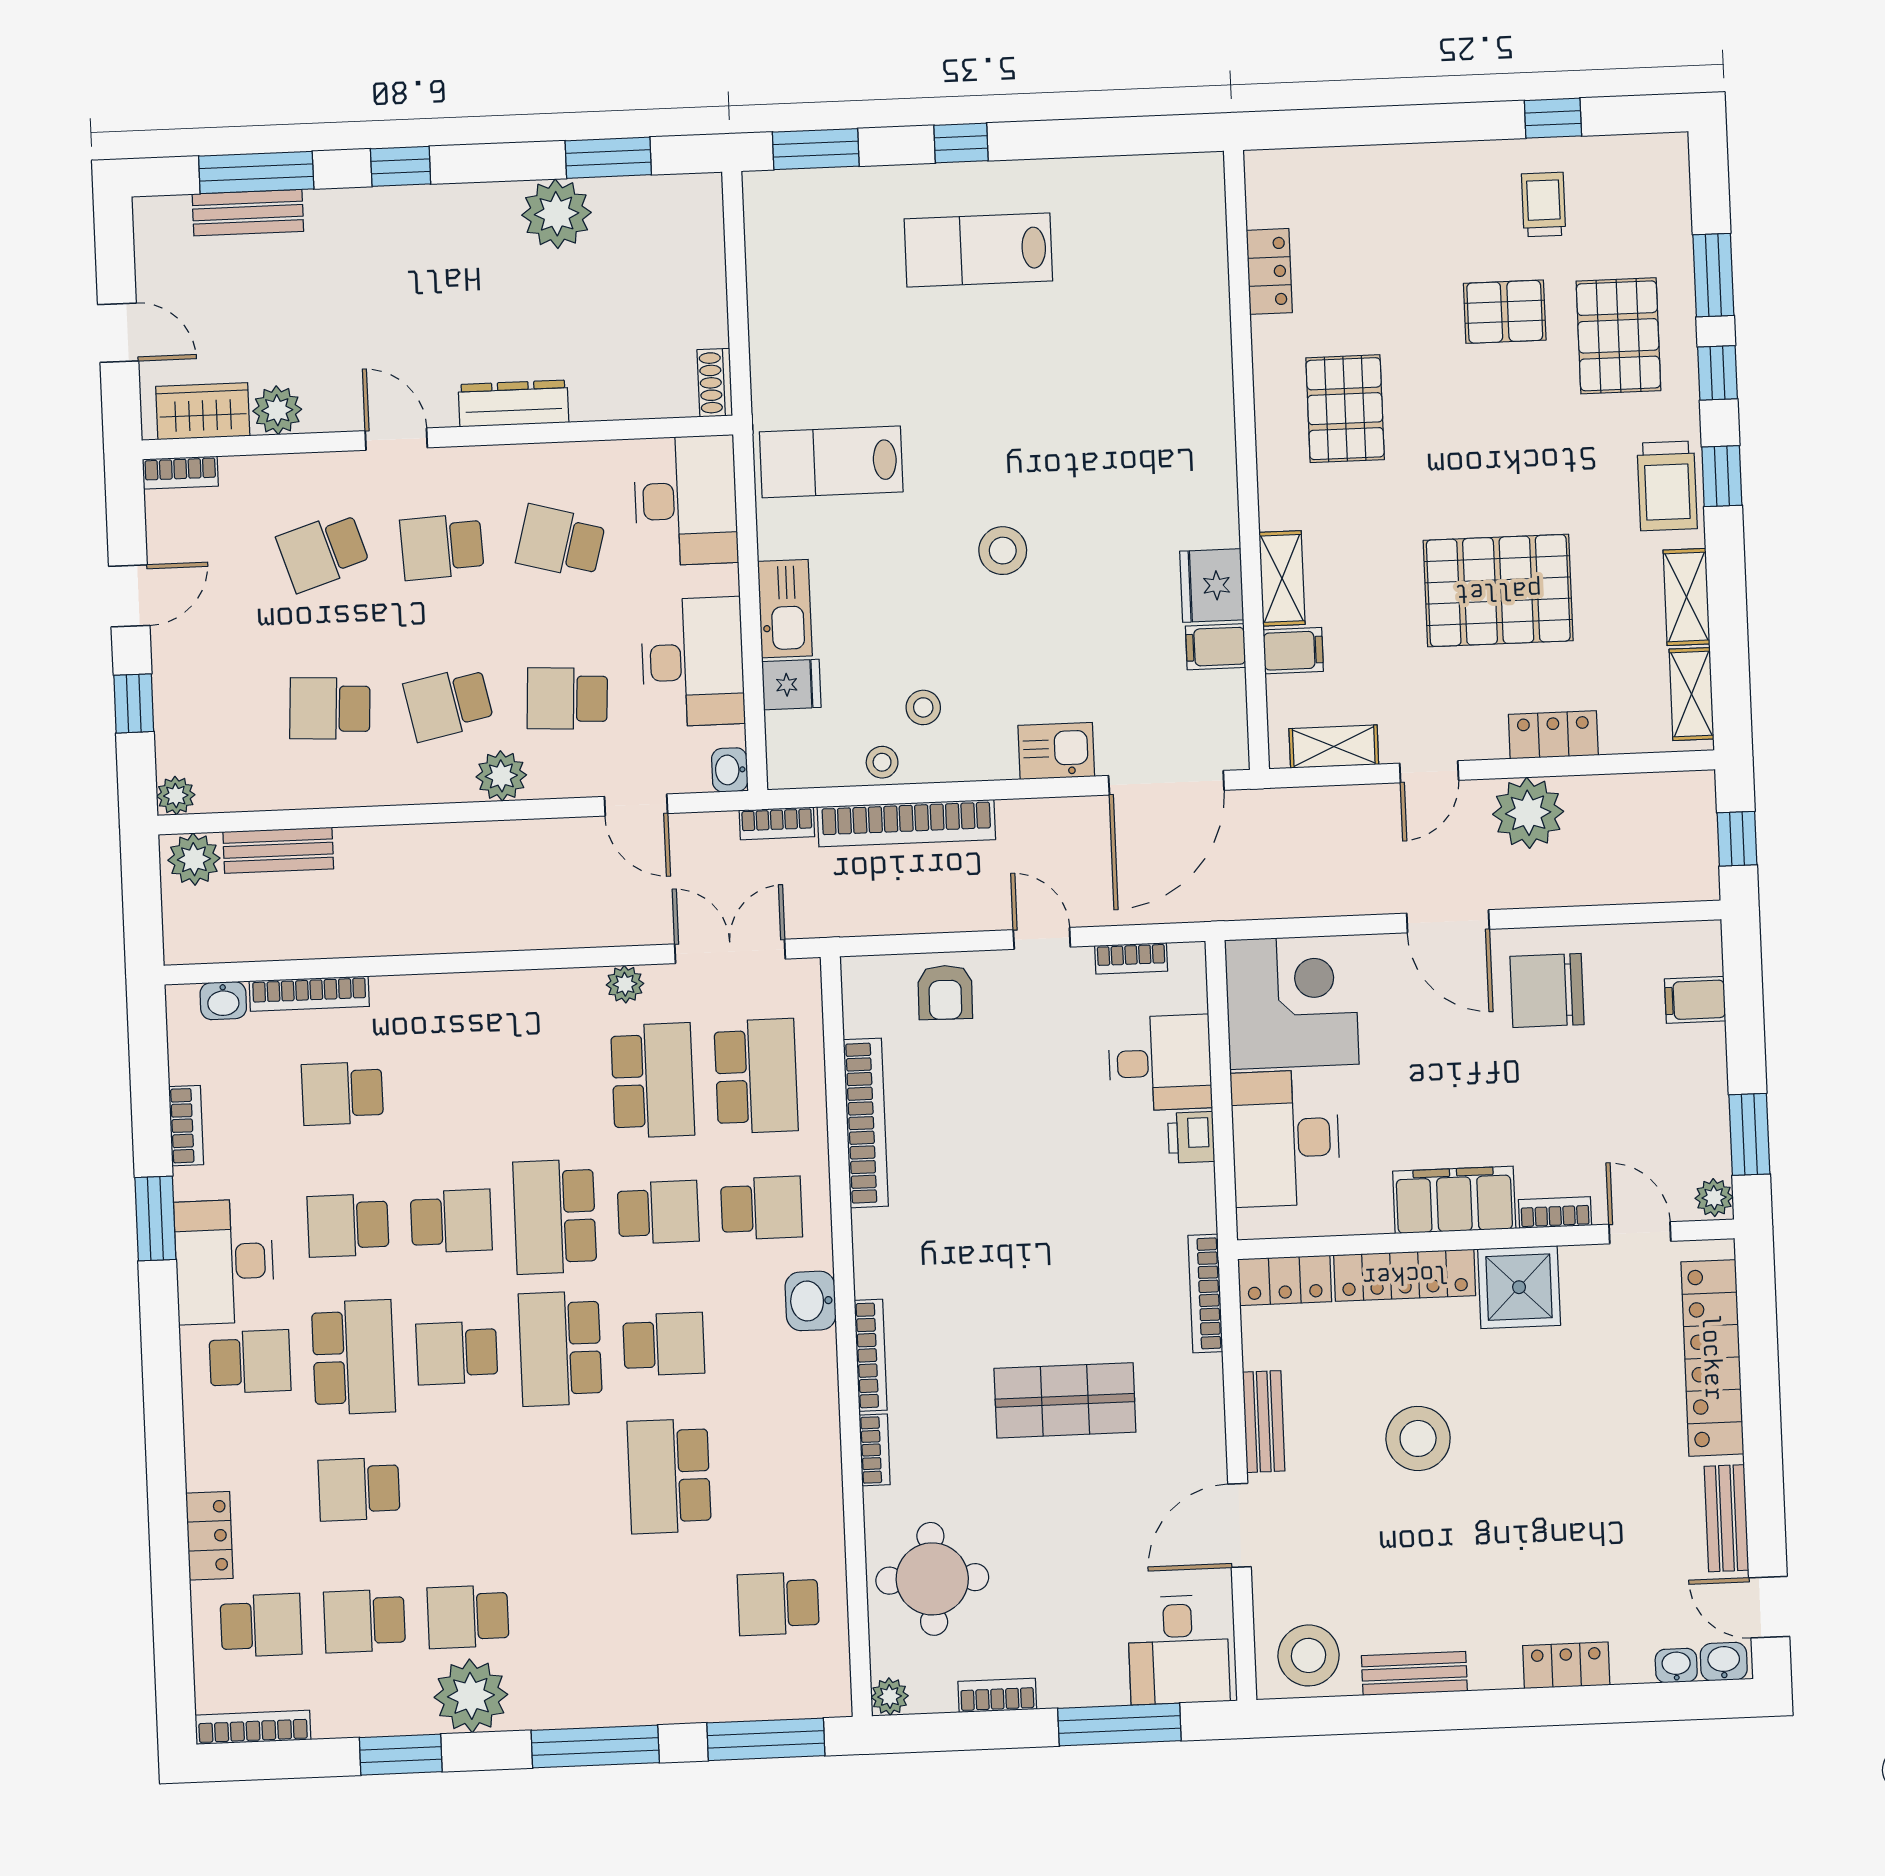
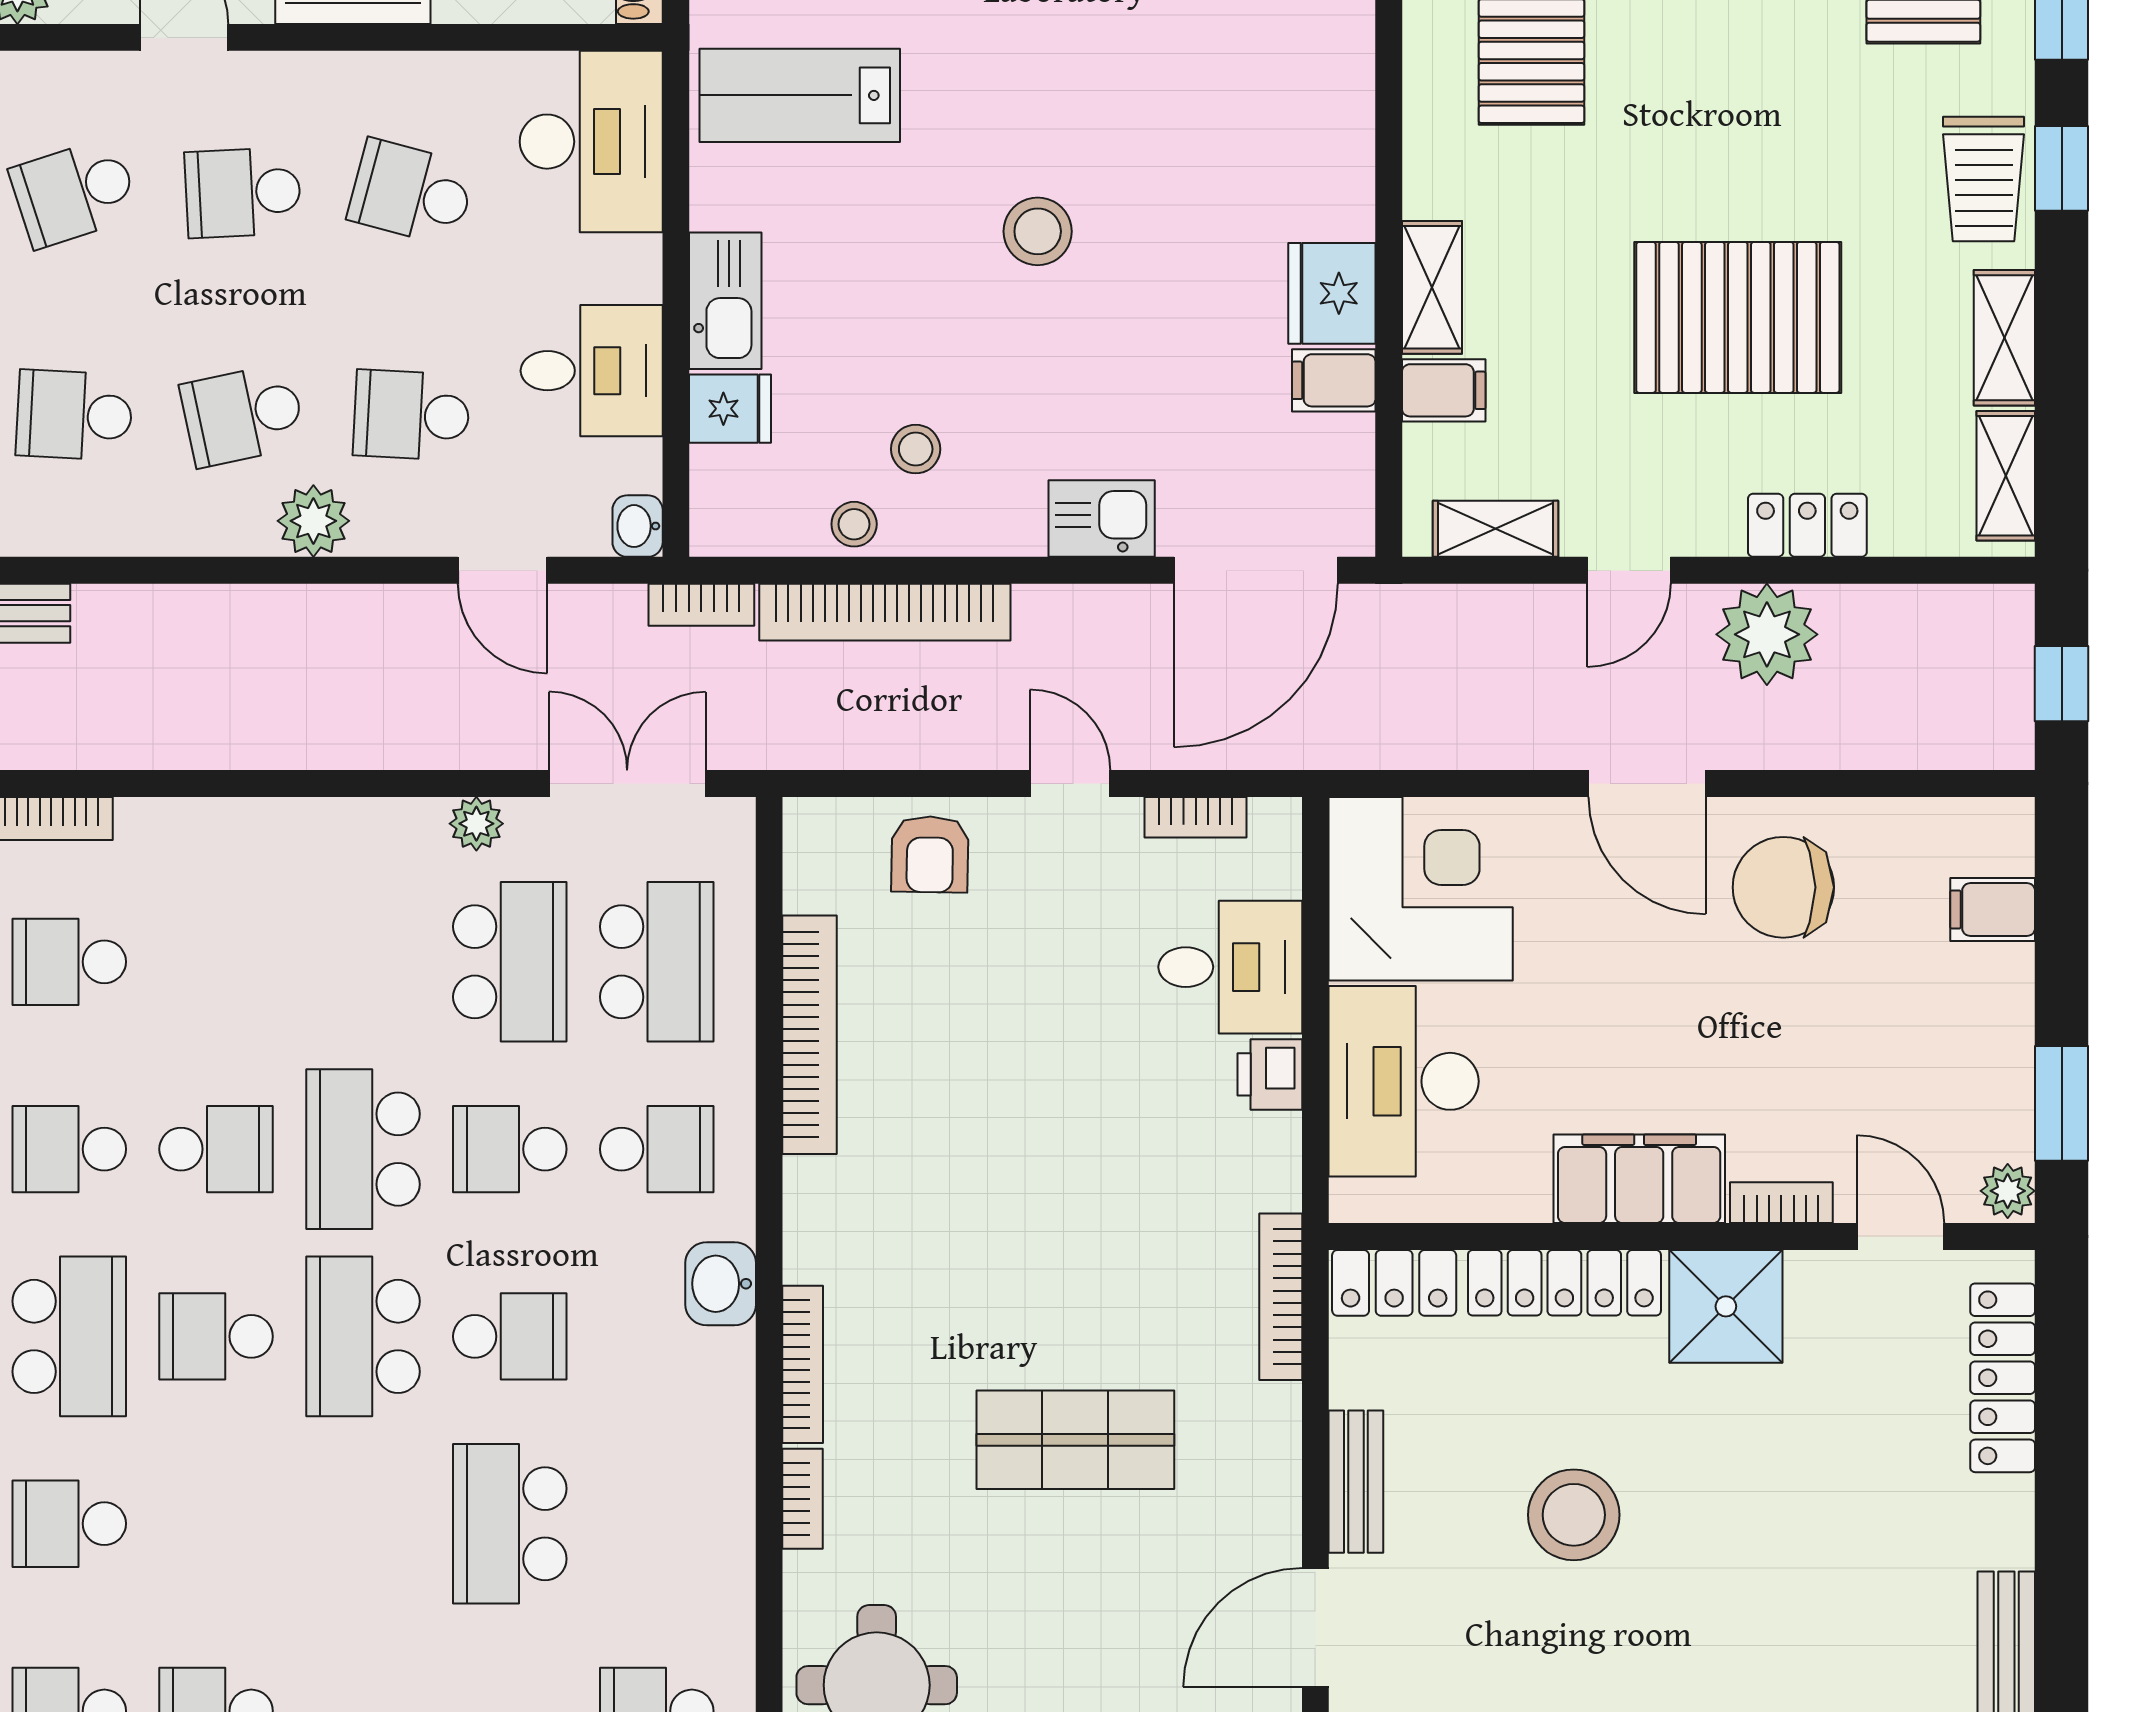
desk: (693, 662) -> (592, 371), width x0.73
school desk: (658, 1212) -> (510, 1149), turned 180
locker: (1712, 1358) -> (2003, 1378), width x0.71, depth x0.83

